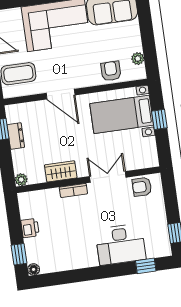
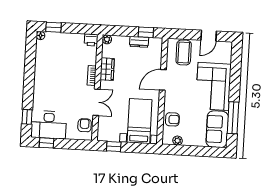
window: (159, 119) -> (114, 147), moved
printer: (30, 228) -> (91, 40), moved
desk: (121, 244) -> (49, 125), moved, turned -90

